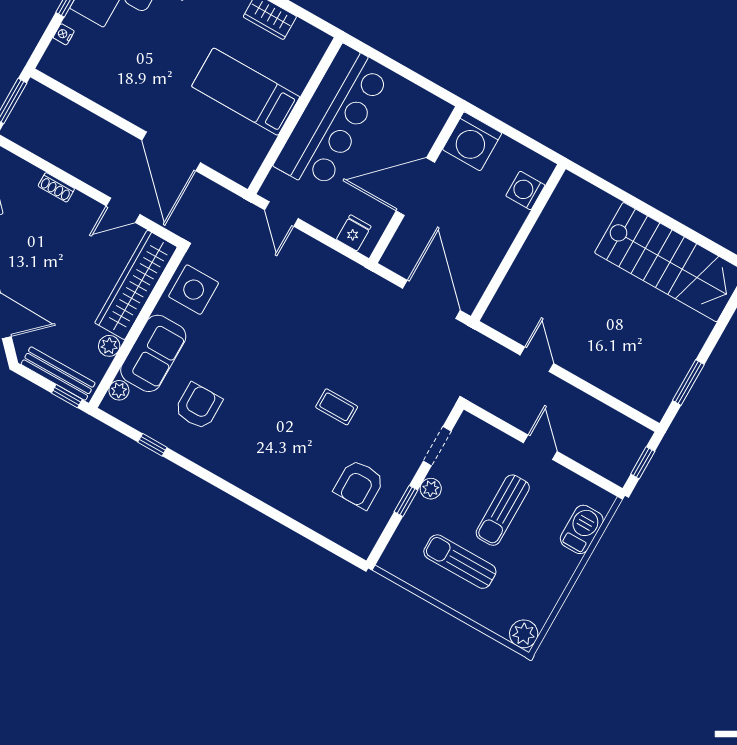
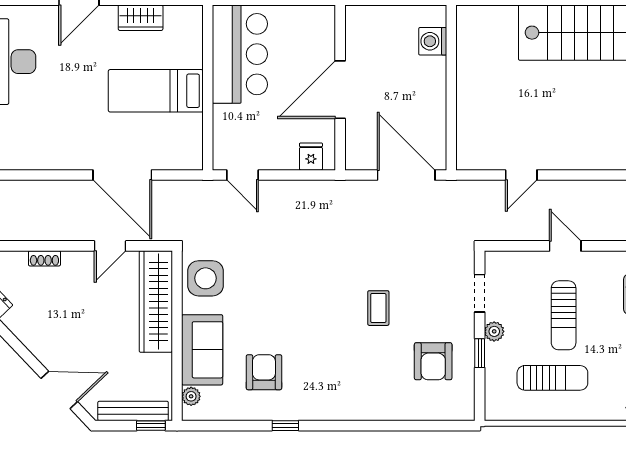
bar counter: (333, 118) -> (240, 54), width x0.73
washing machine: (472, 141) -> (366, 26), removed
plant: (109, 346) -> (162, 364), removed
door: (537, 359) -> (521, 175), swing flipped
coffee table: (337, 407) -> (378, 308), turned 90
window: (152, 445) -> (285, 426), moved
sun lounger: (460, 562) -> (552, 378), turned 180

